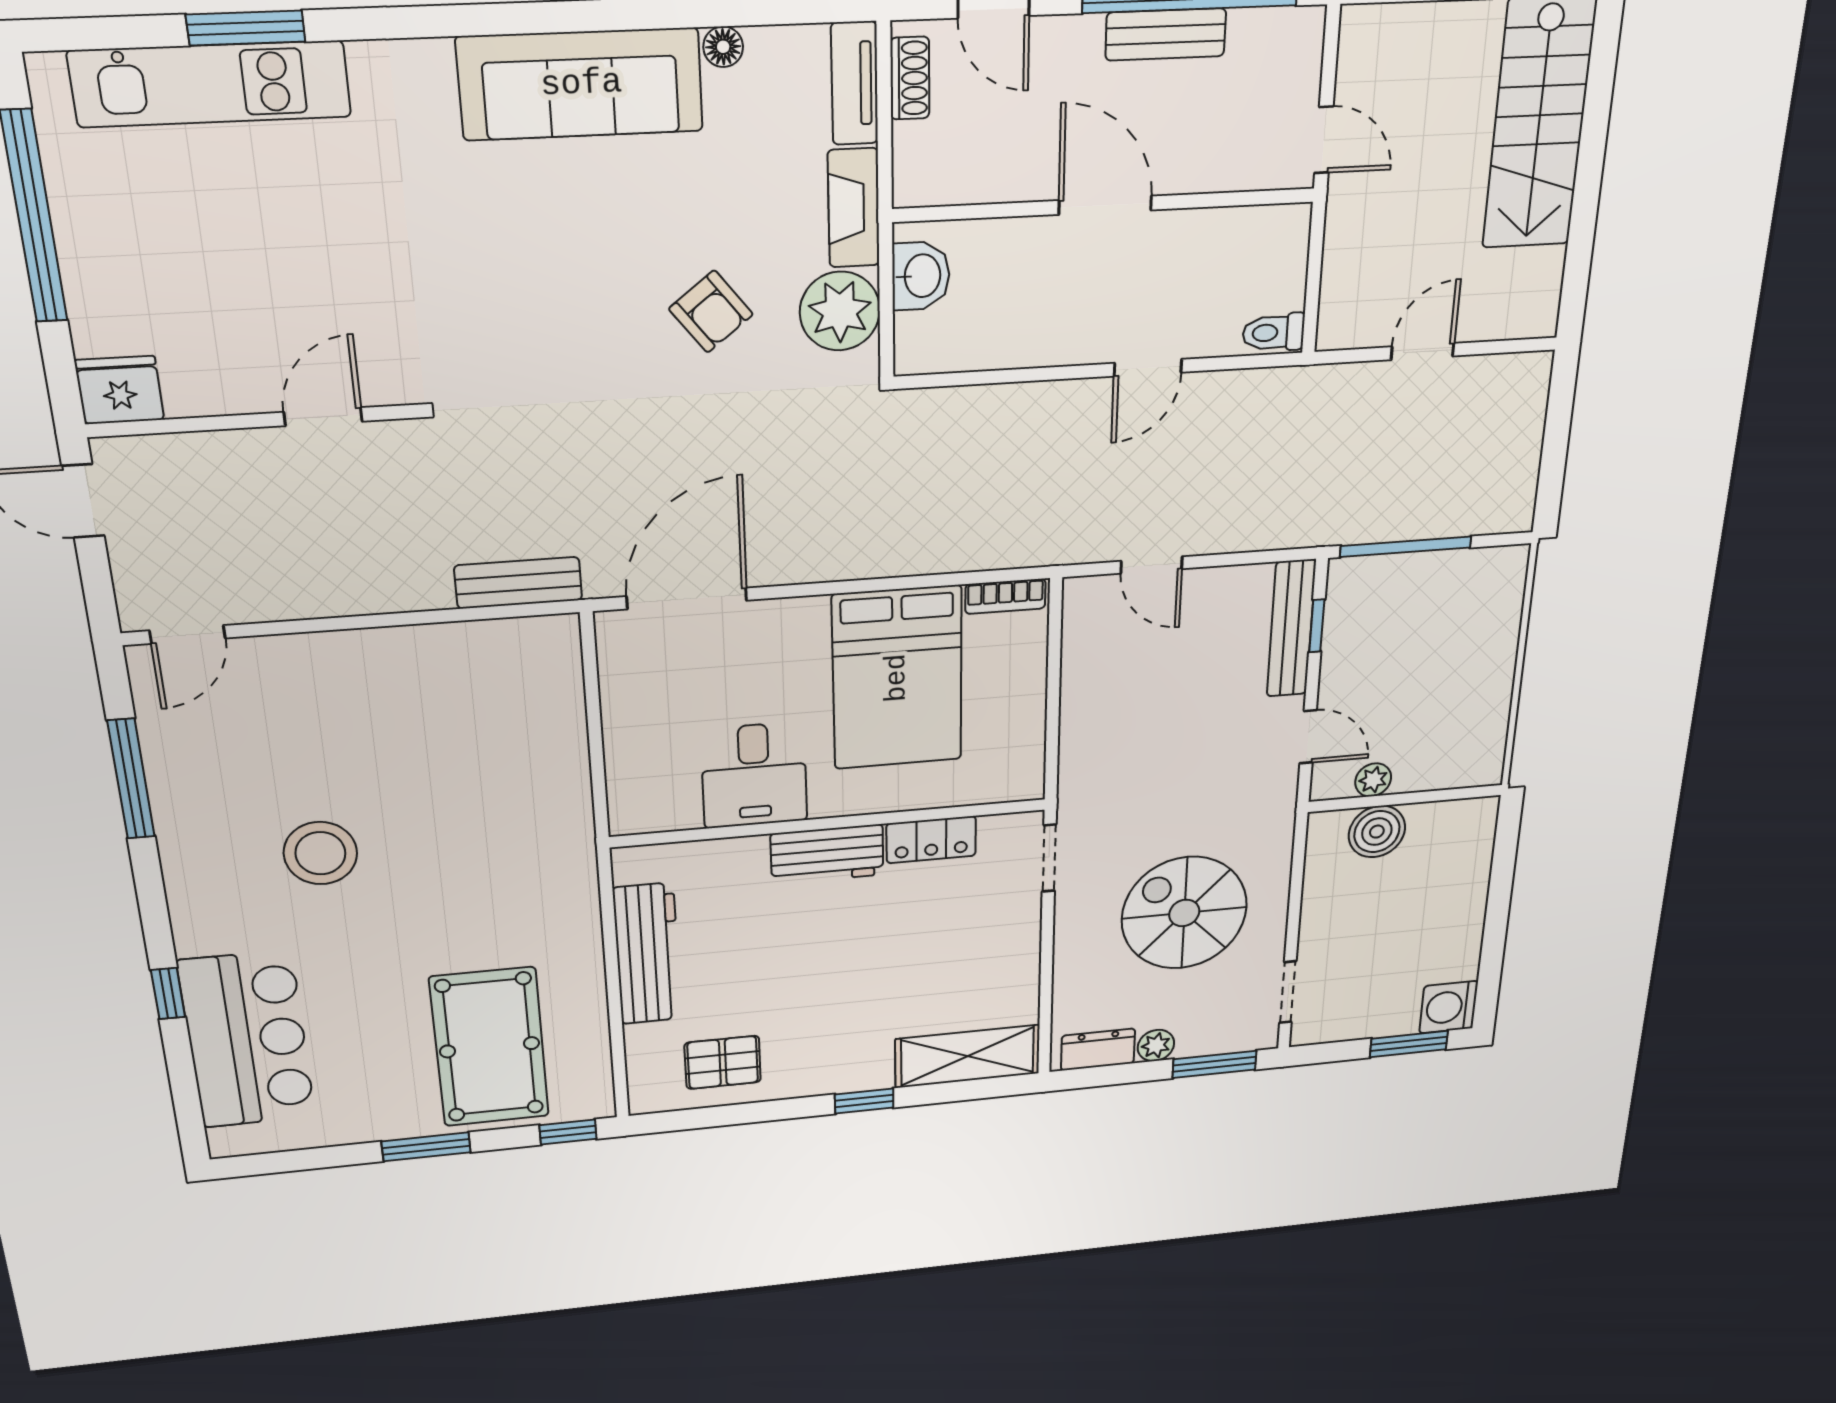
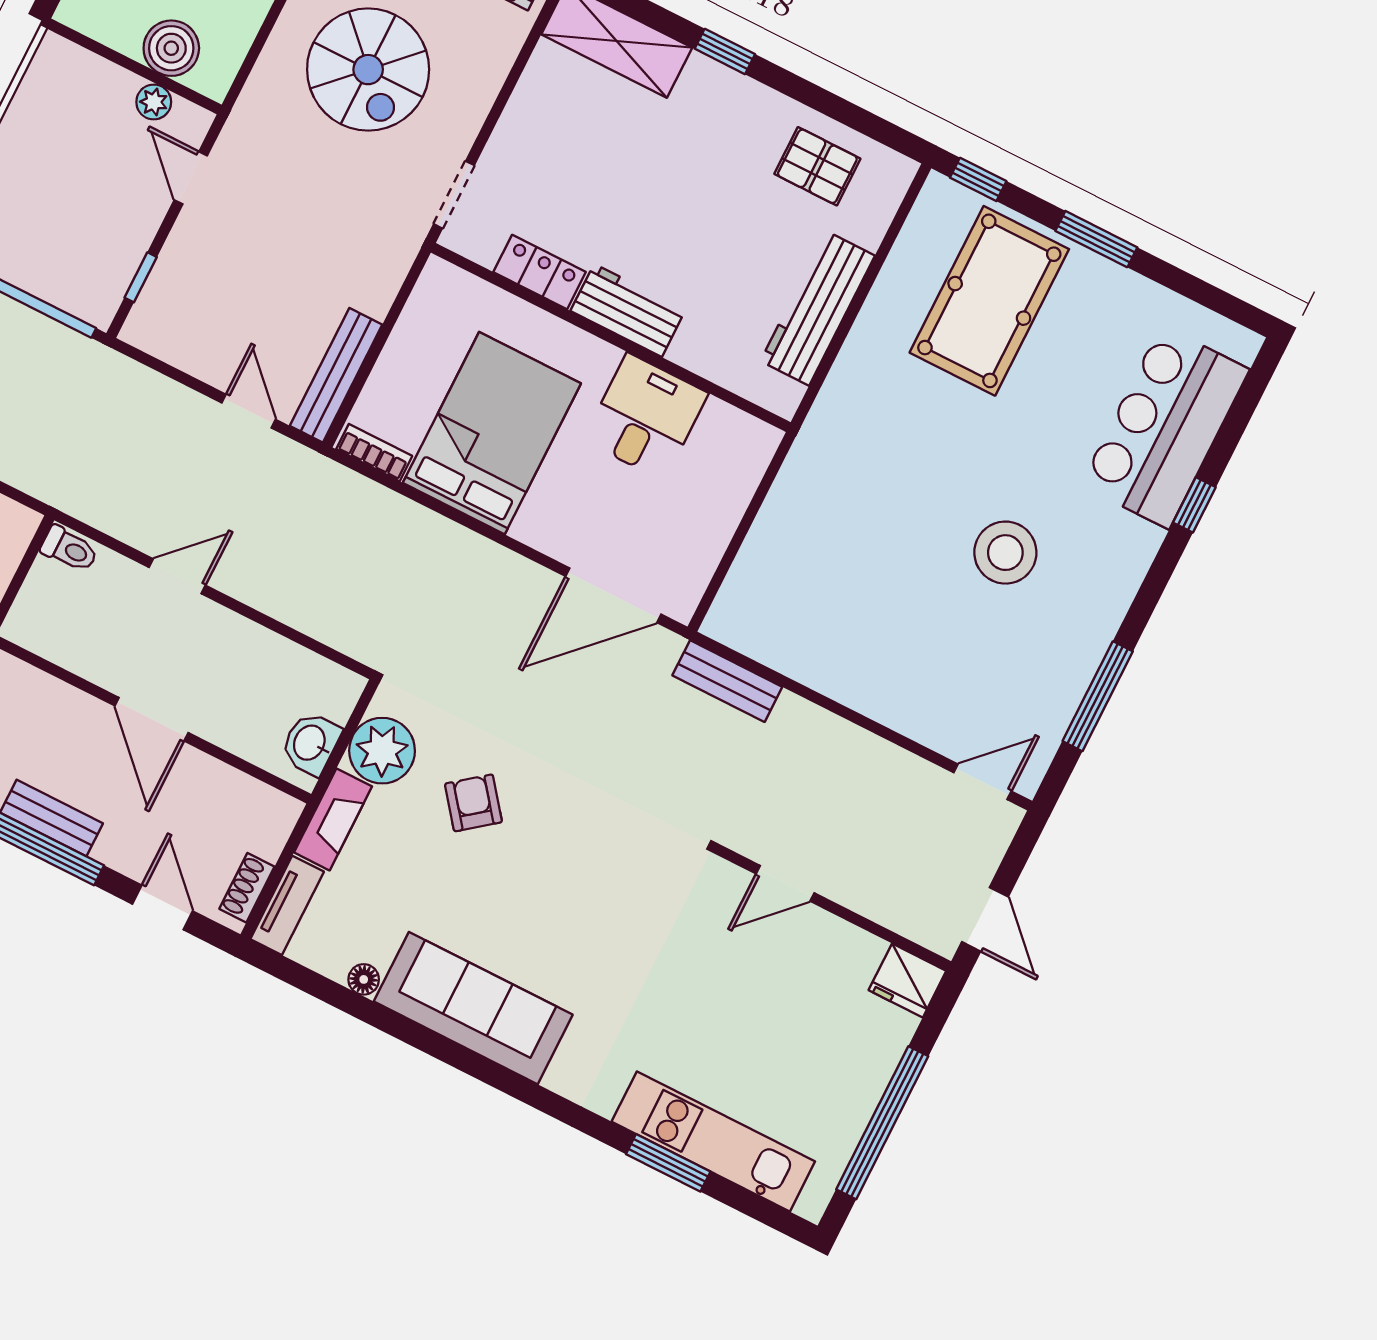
bench: (1291, 629) -> (336, 375), moved

